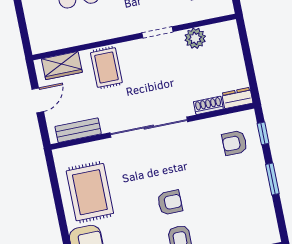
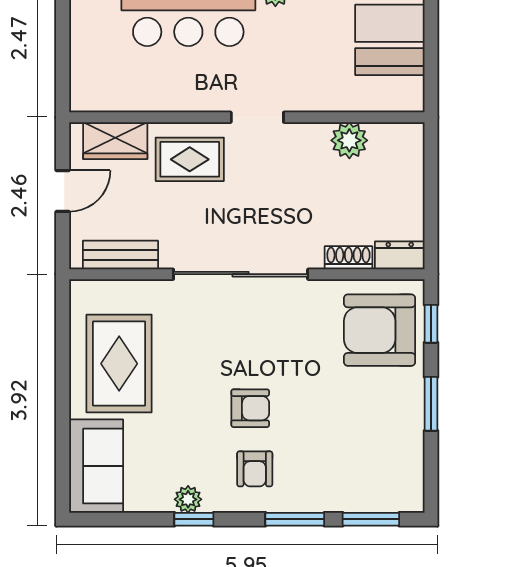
doorway: (157, 32) -> (257, 117), moved
rug: (106, 68) -> (190, 159), turned 90
armchair: (234, 143) -> (380, 330), width x1.88, depth x1.88

